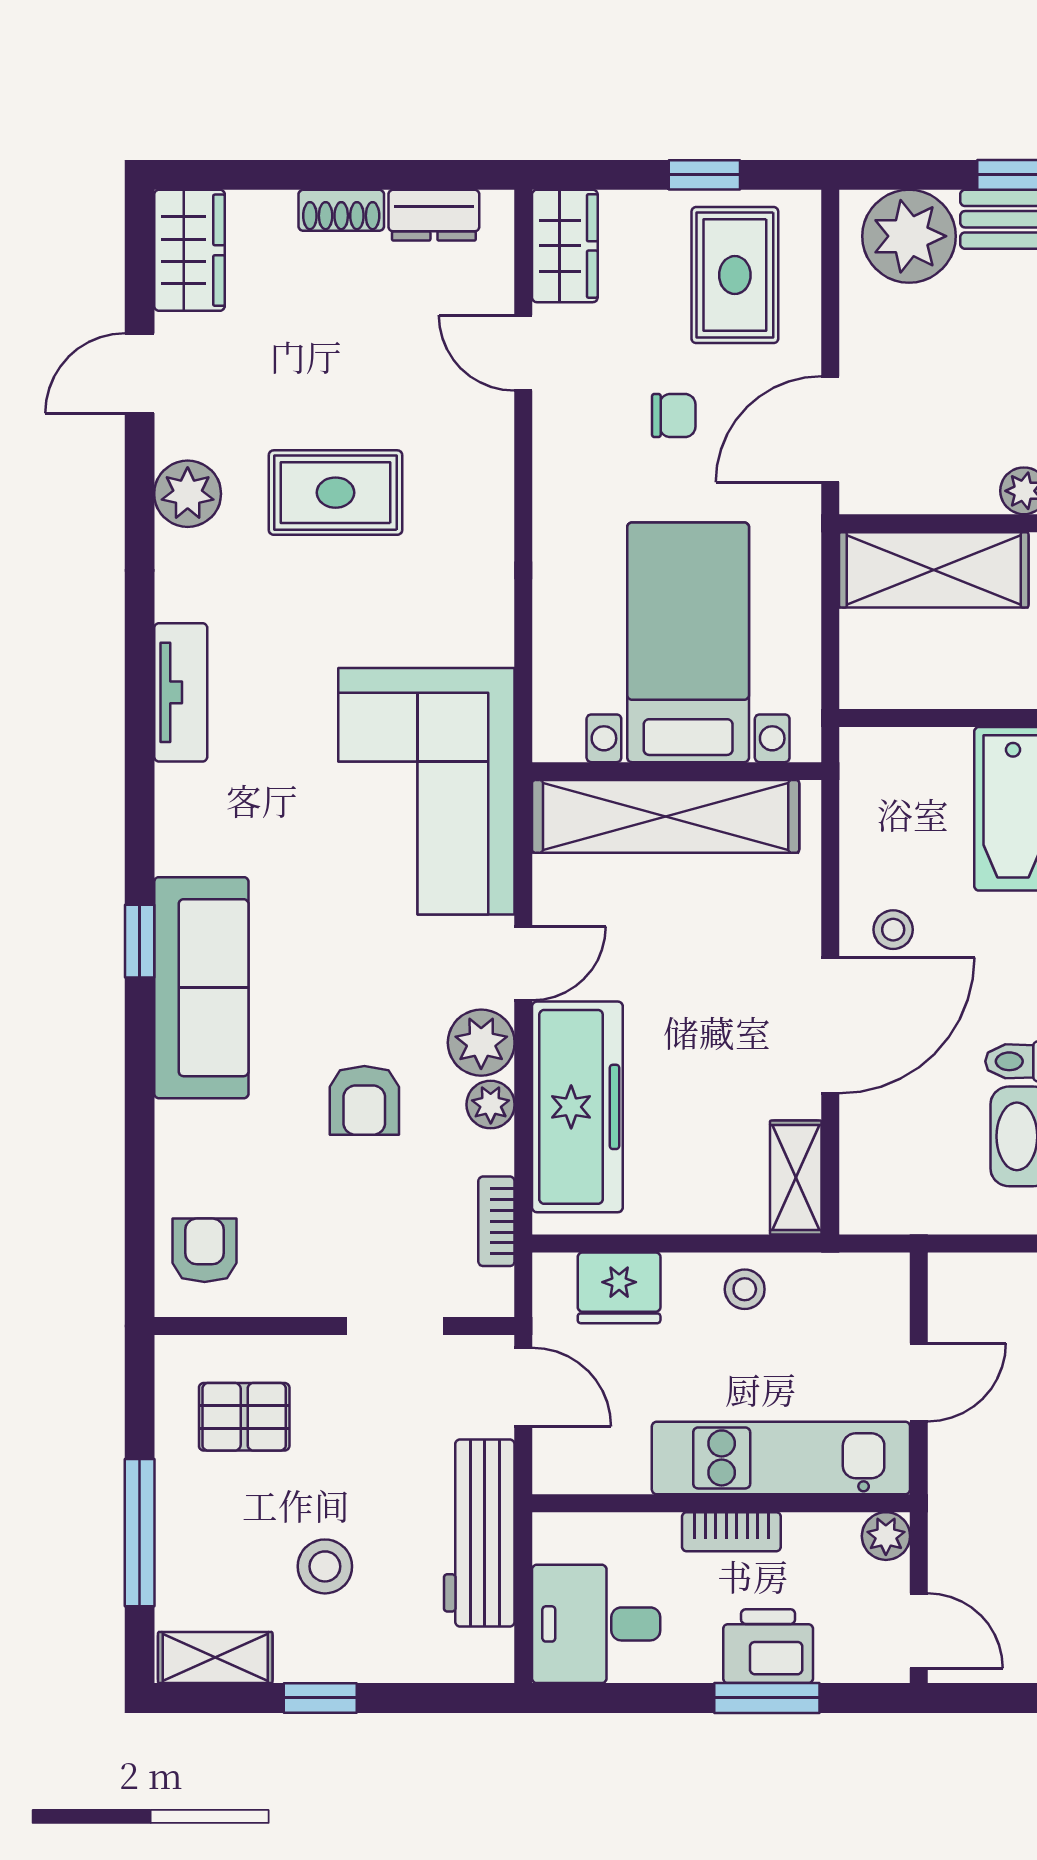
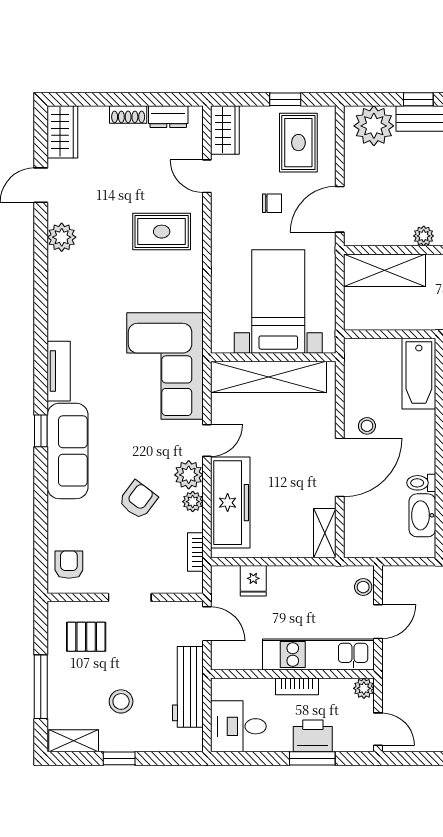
rug: (336, 493) -> (162, 232), moved
tv unit: (181, 692) -> (59, 371), moved
armchair: (364, 1100) -> (138, 500), turned -143
fridge: (619, 1288) -> (253, 581), width x0.72
stool: (745, 1289) -> (363, 587), moved
doorway: (395, 1326) -> (130, 597), moved

